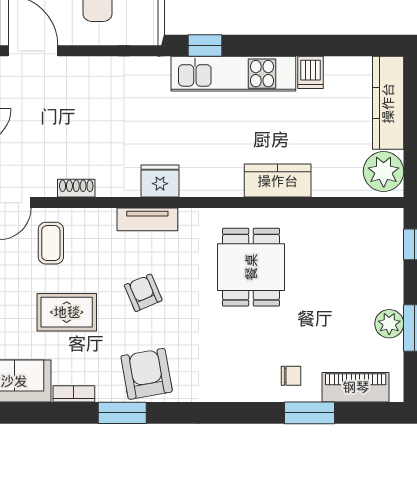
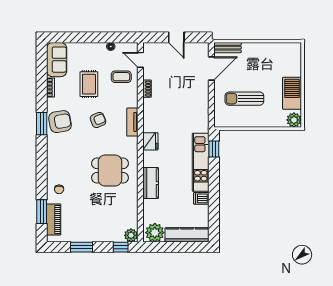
fridge: (160, 181) -> (150, 141), moved
plant: (389, 324) -> (131, 235), moved
window: (122, 413) -> (42, 124), moved
window: (310, 413) -> (42, 212), moved

